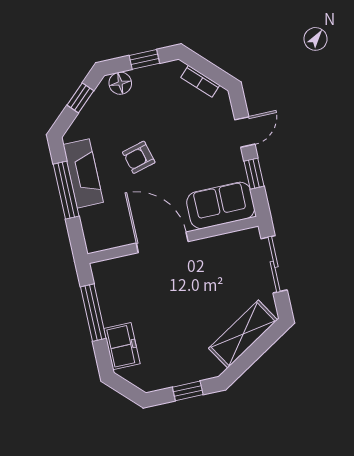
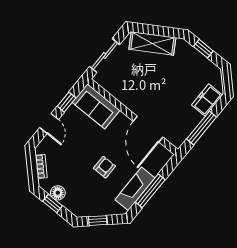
floor lamp: (120, 83) -> (58, 193), moved
door: (245, 132) -> (49, 124), swing flipped
armchair: (139, 157) -> (104, 167), turned -75
door: (162, 242) -> (148, 129), moved

